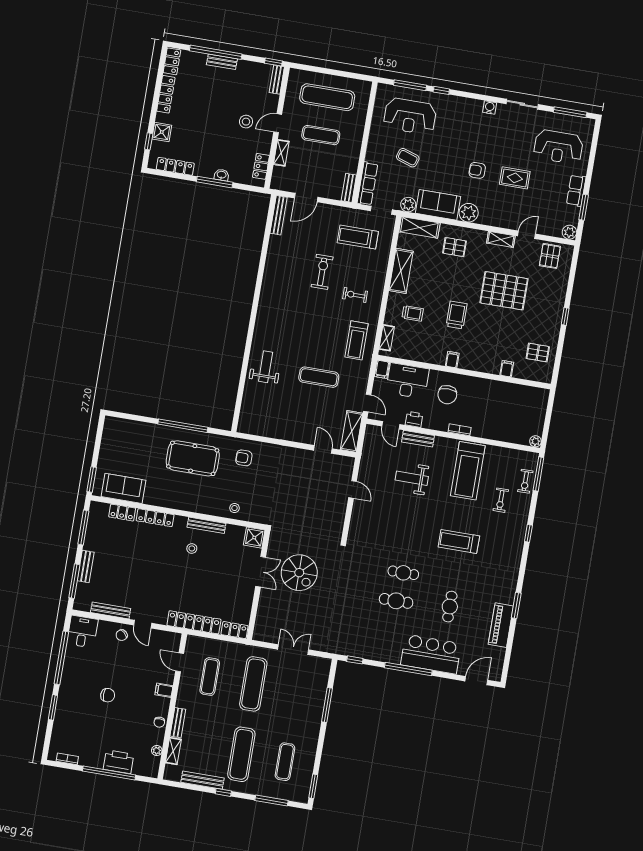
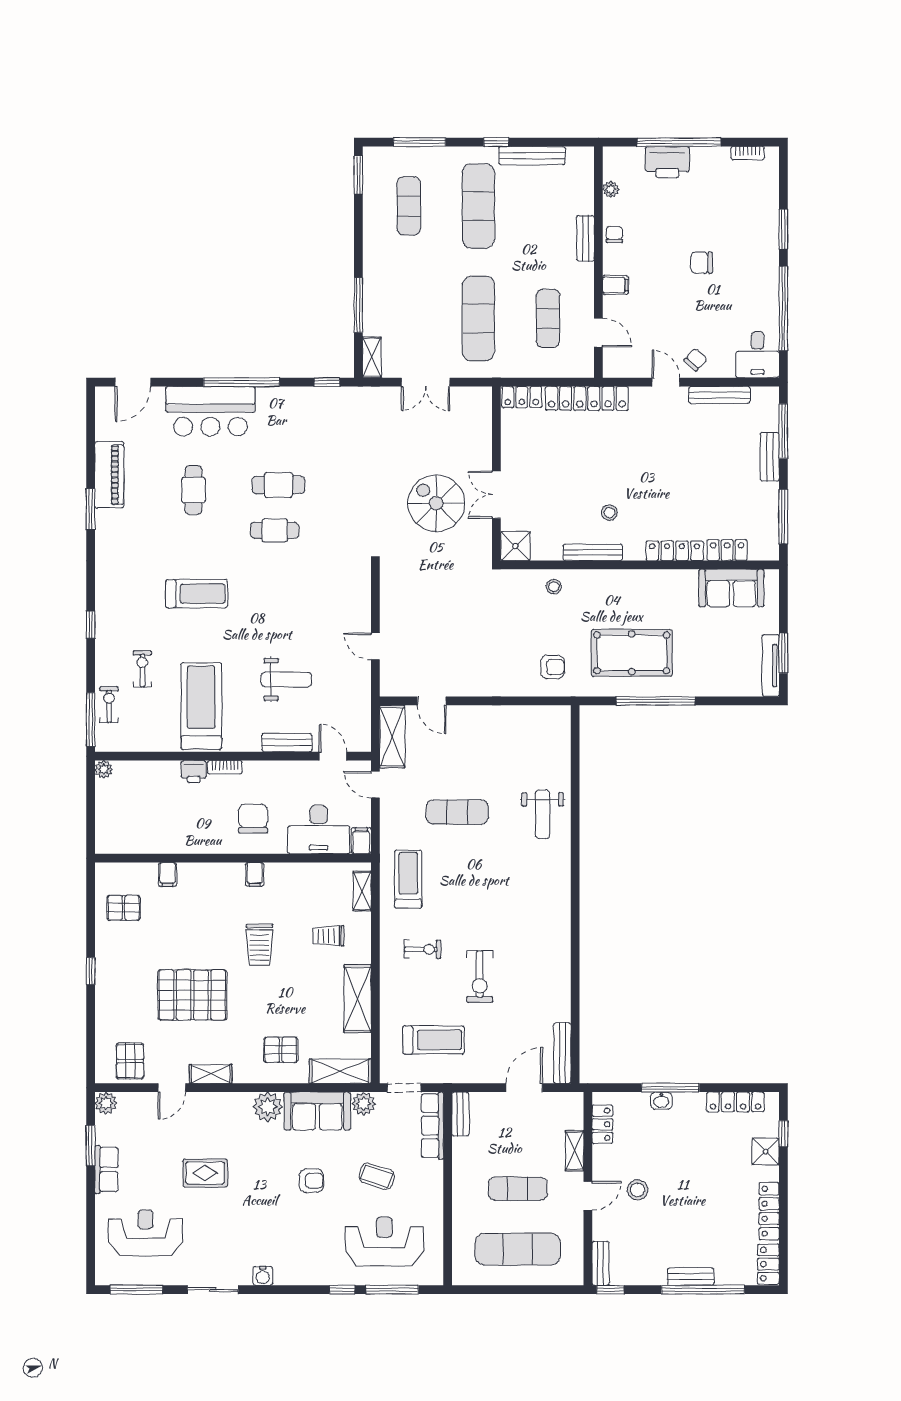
armchair: (477, 170) -> (311, 1181), moved
printer: (414, 419) -> (194, 772), moved
tv unit: (107, 436) -> (771, 666), added
window: (92, 479) -> (783, 653), moved
shelving: (173, 751) -> (372, 357), moved

